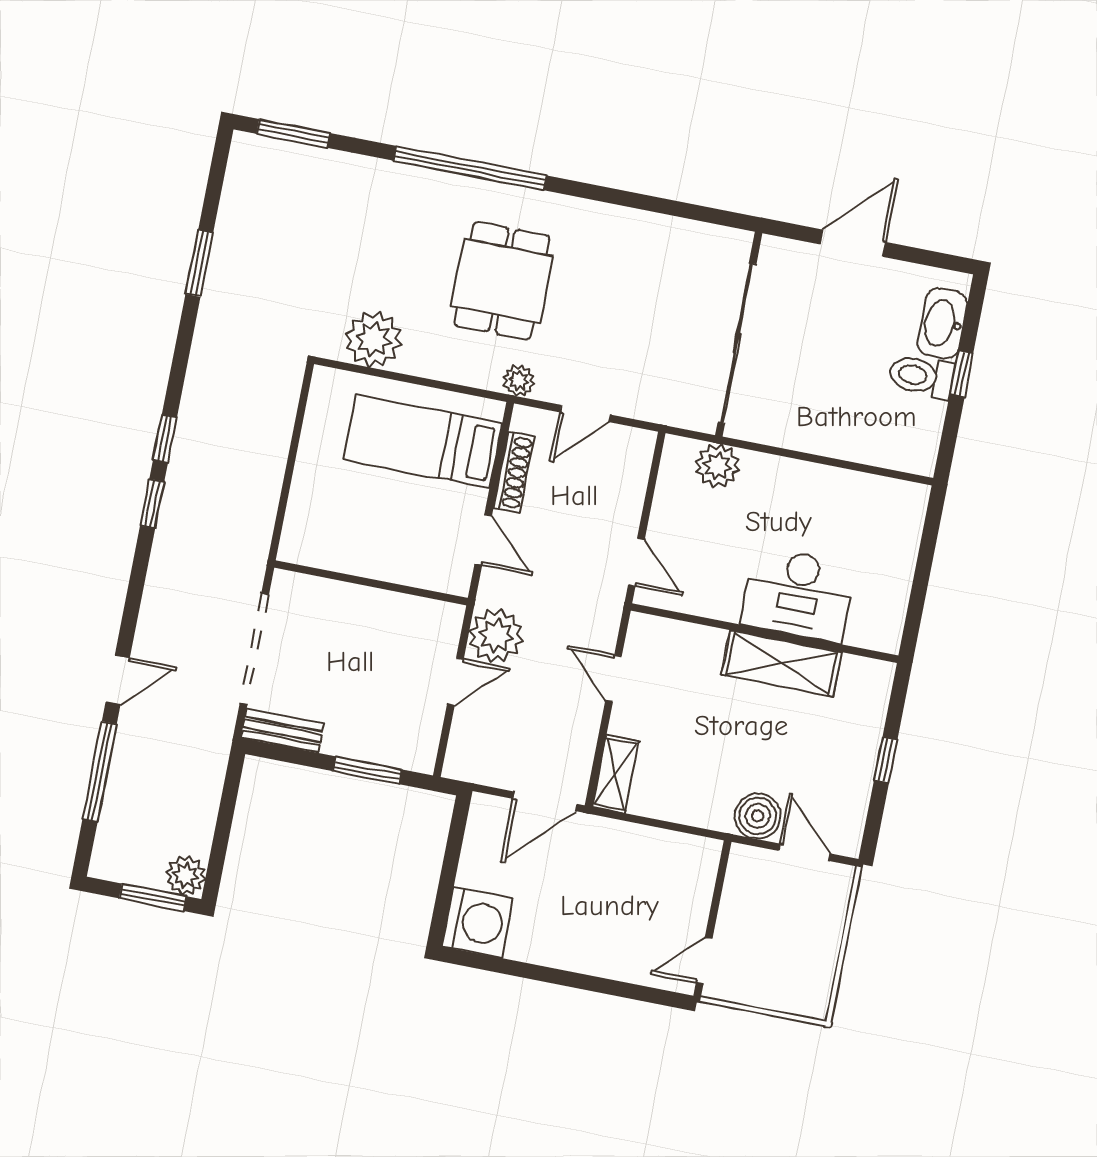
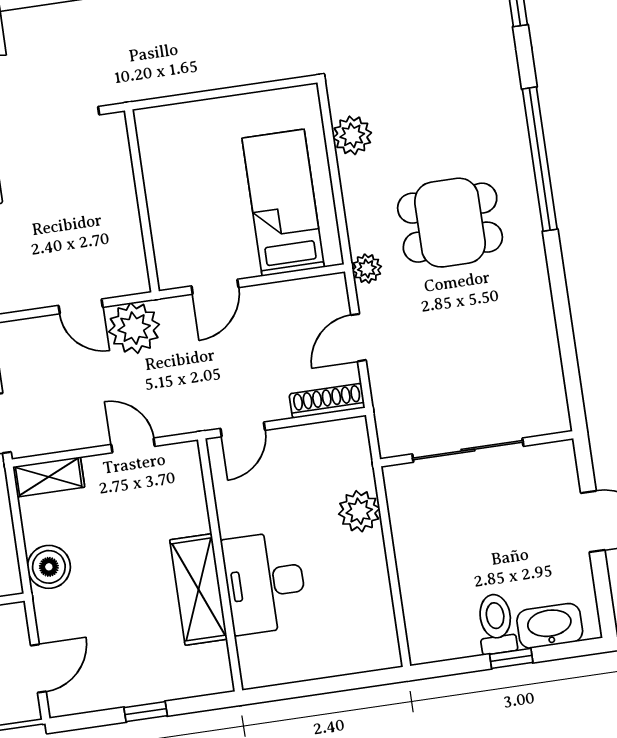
plant: (374, 339) -> (352, 135), width x0.73, depth x0.73
sliding door: (737, 343) -> (468, 450), width x0.73
door: (585, 414) -> (358, 338), hinge flipped
plant: (717, 466) -> (359, 511), moved
shoe rack: (514, 472) -> (327, 401), moved, turned 180
door: (614, 678) -> (133, 445), hinge flipped
boiler: (758, 816) -> (49, 567), moved

